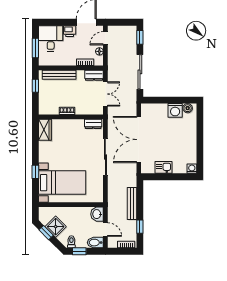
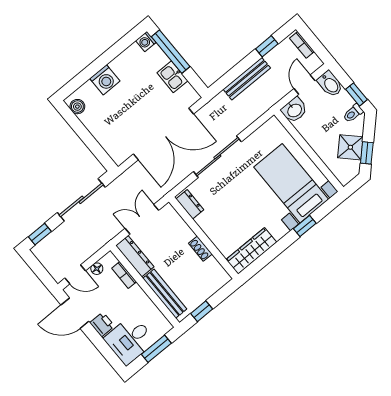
dresser: (94, 75) -> (135, 256), width x1.44
washing machine: (175, 110) -> (105, 80), moved, turned 90
wardrobe: (45, 130) -> (251, 251), width x1.50
window: (177, 177) -> (171, 52), added

